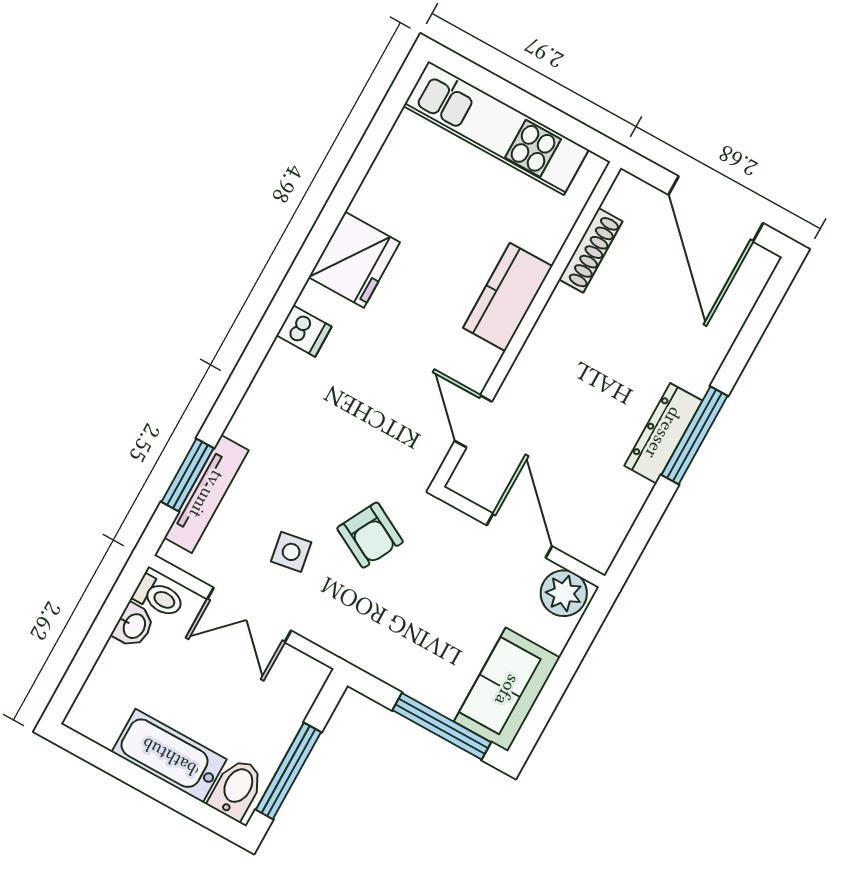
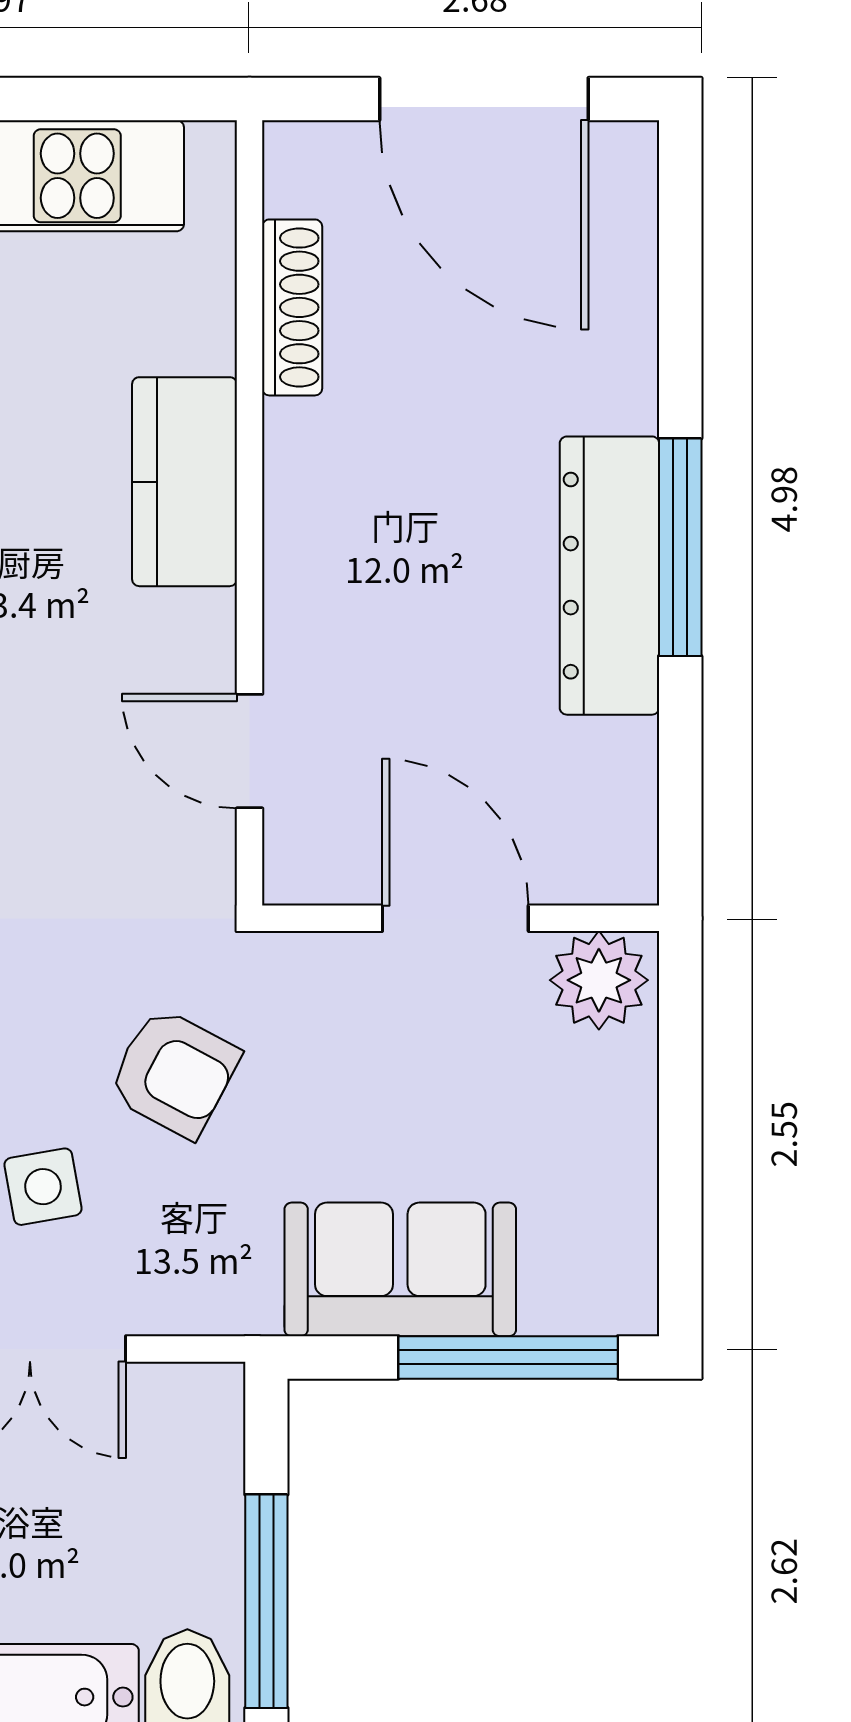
dresser: (663, 433) -> (609, 576), width x1.37, depth x1.24
sofa: (507, 690) -> (400, 1269), moved, turned 90

